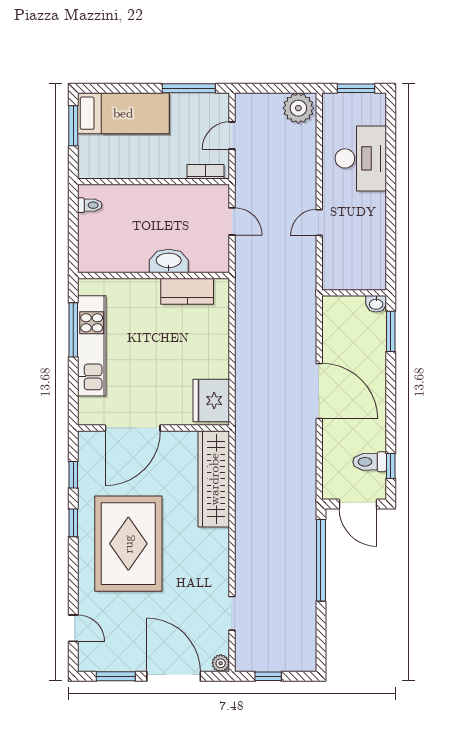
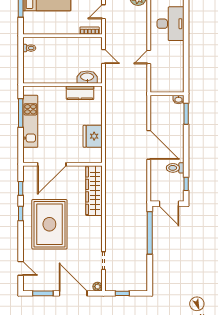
washbasin: (169, 261) -> (87, 77), moved
fridge: (211, 400) -> (93, 136), moved
toilet: (370, 462) -> (175, 168), moved

